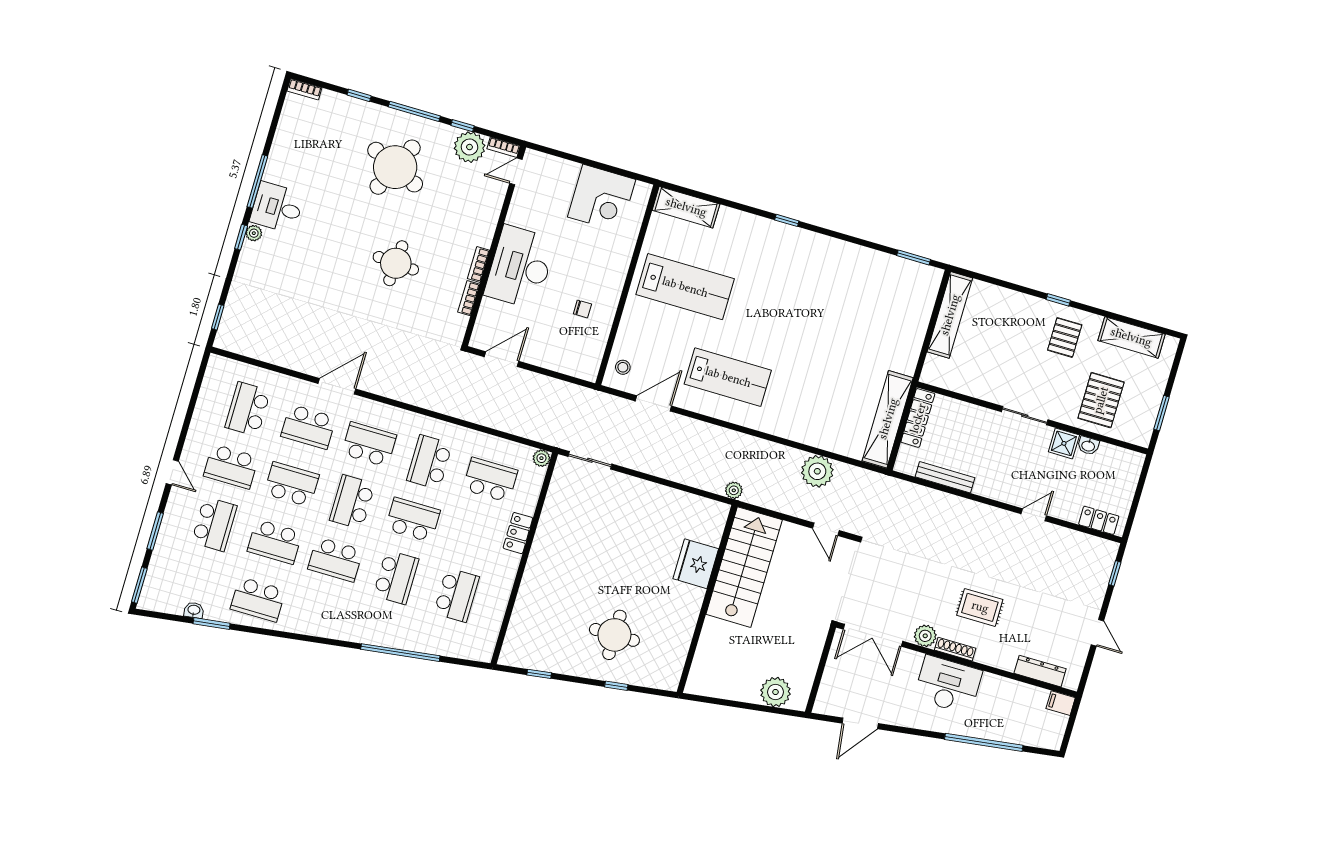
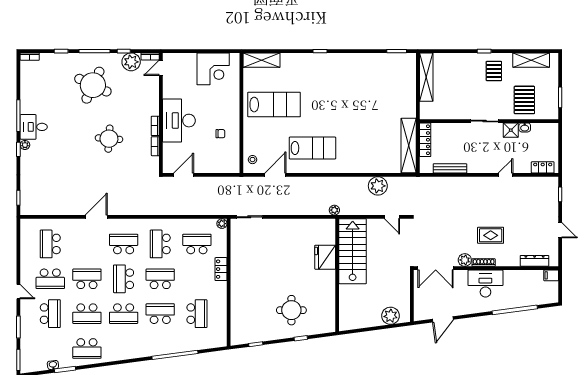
school desk: (308, 427) -> (87, 244), removed
school desk: (396, 577) -> (160, 314), turned -90

